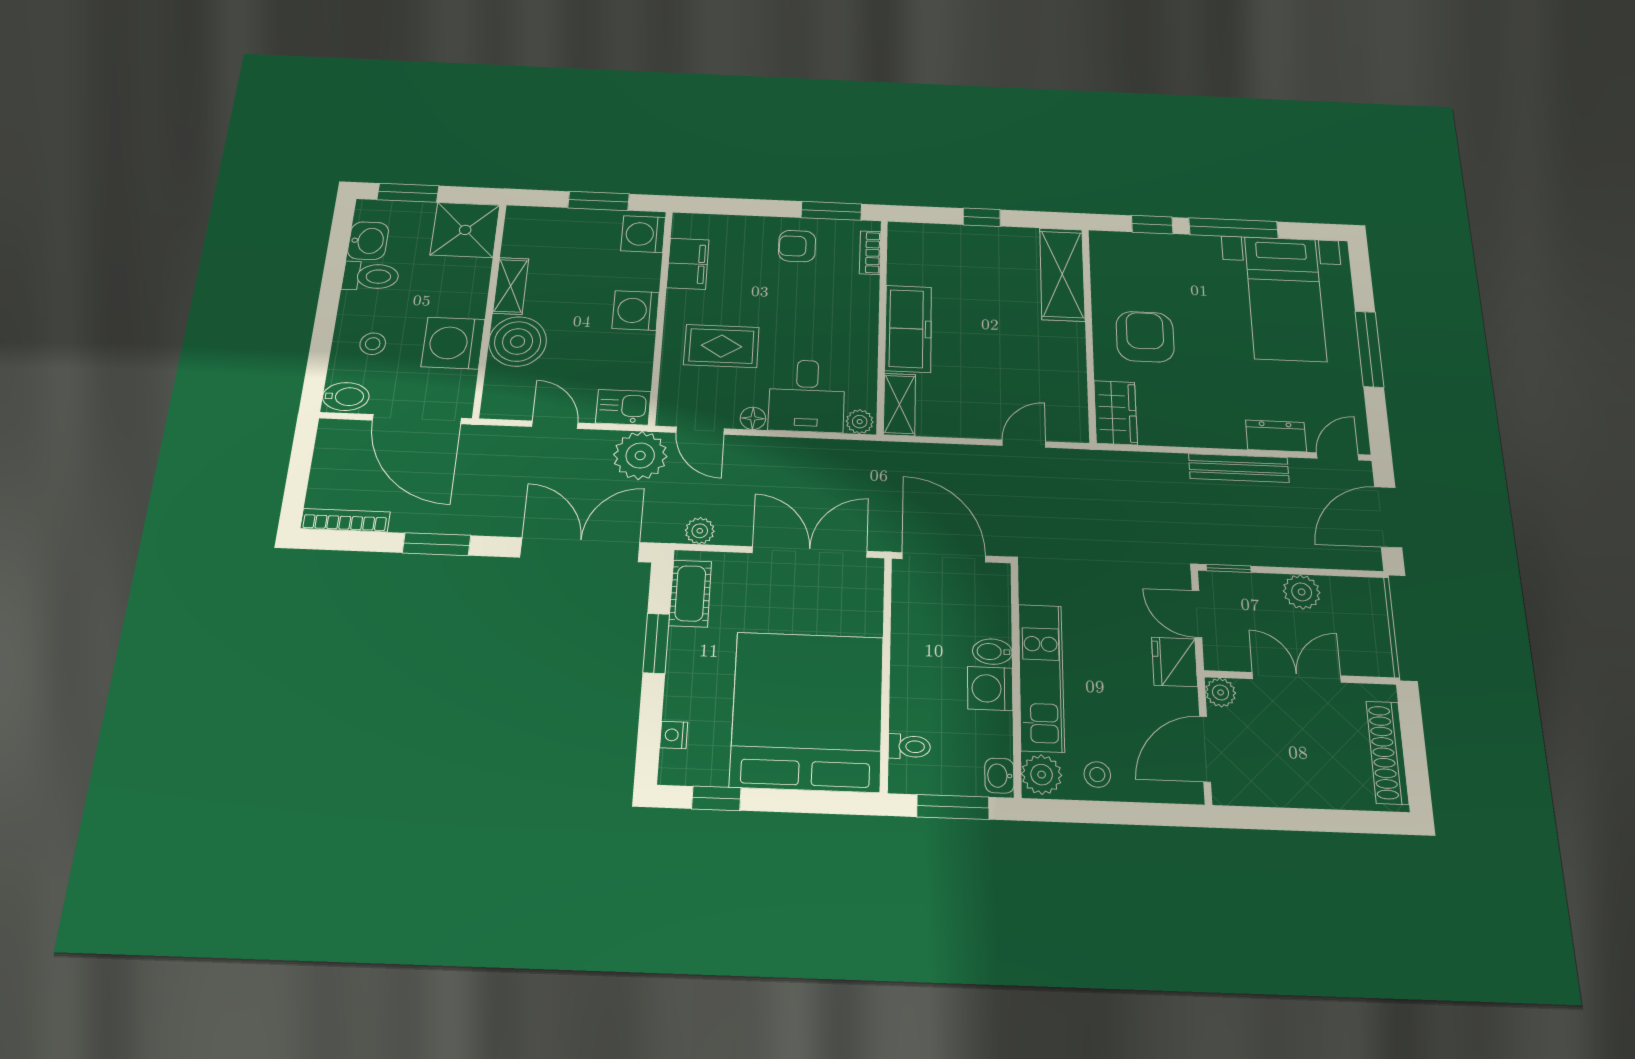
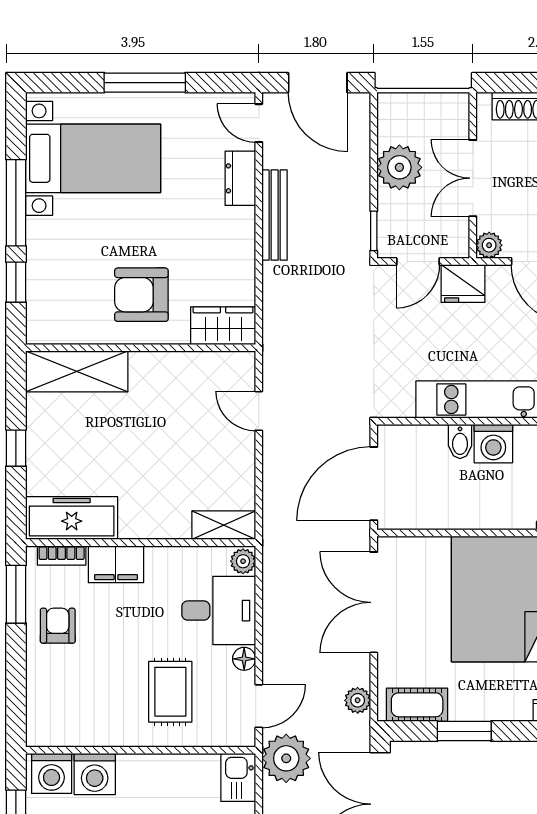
armchair: (797, 246) -> (58, 626), turned 180
filing cabinet: (688, 264) -> (116, 564), moved, turned 180
washing machine: (636, 311) -> (95, 774), moved
freezer: (908, 329) -> (72, 518), moved
plant: (1302, 592) -> (399, 167), width x1.36, depth x1.36

